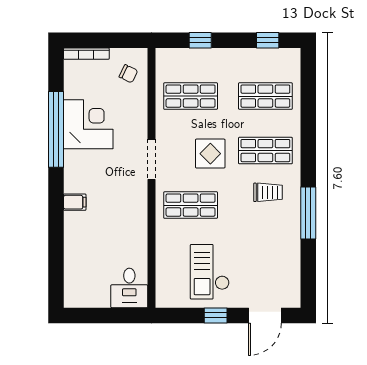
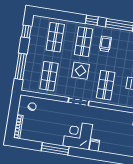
window: (200, 40) -> (21, 66), width x2.17
corner desk: (88, 124) -> (78, 135), moved
window: (56, 129) -> (55, 149), width x0.68
window: (308, 160) -> (92, 20), added

